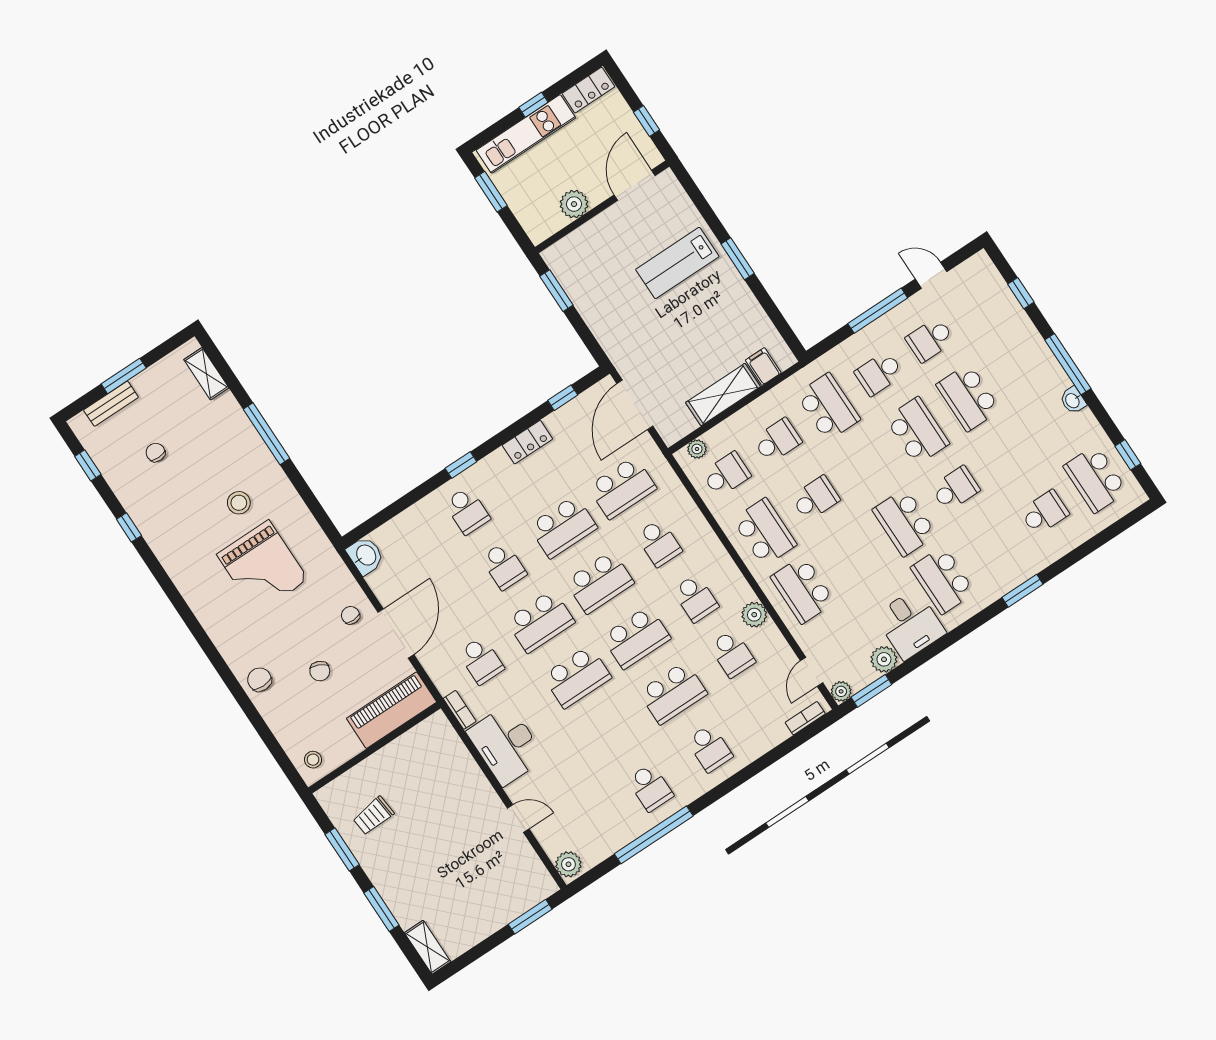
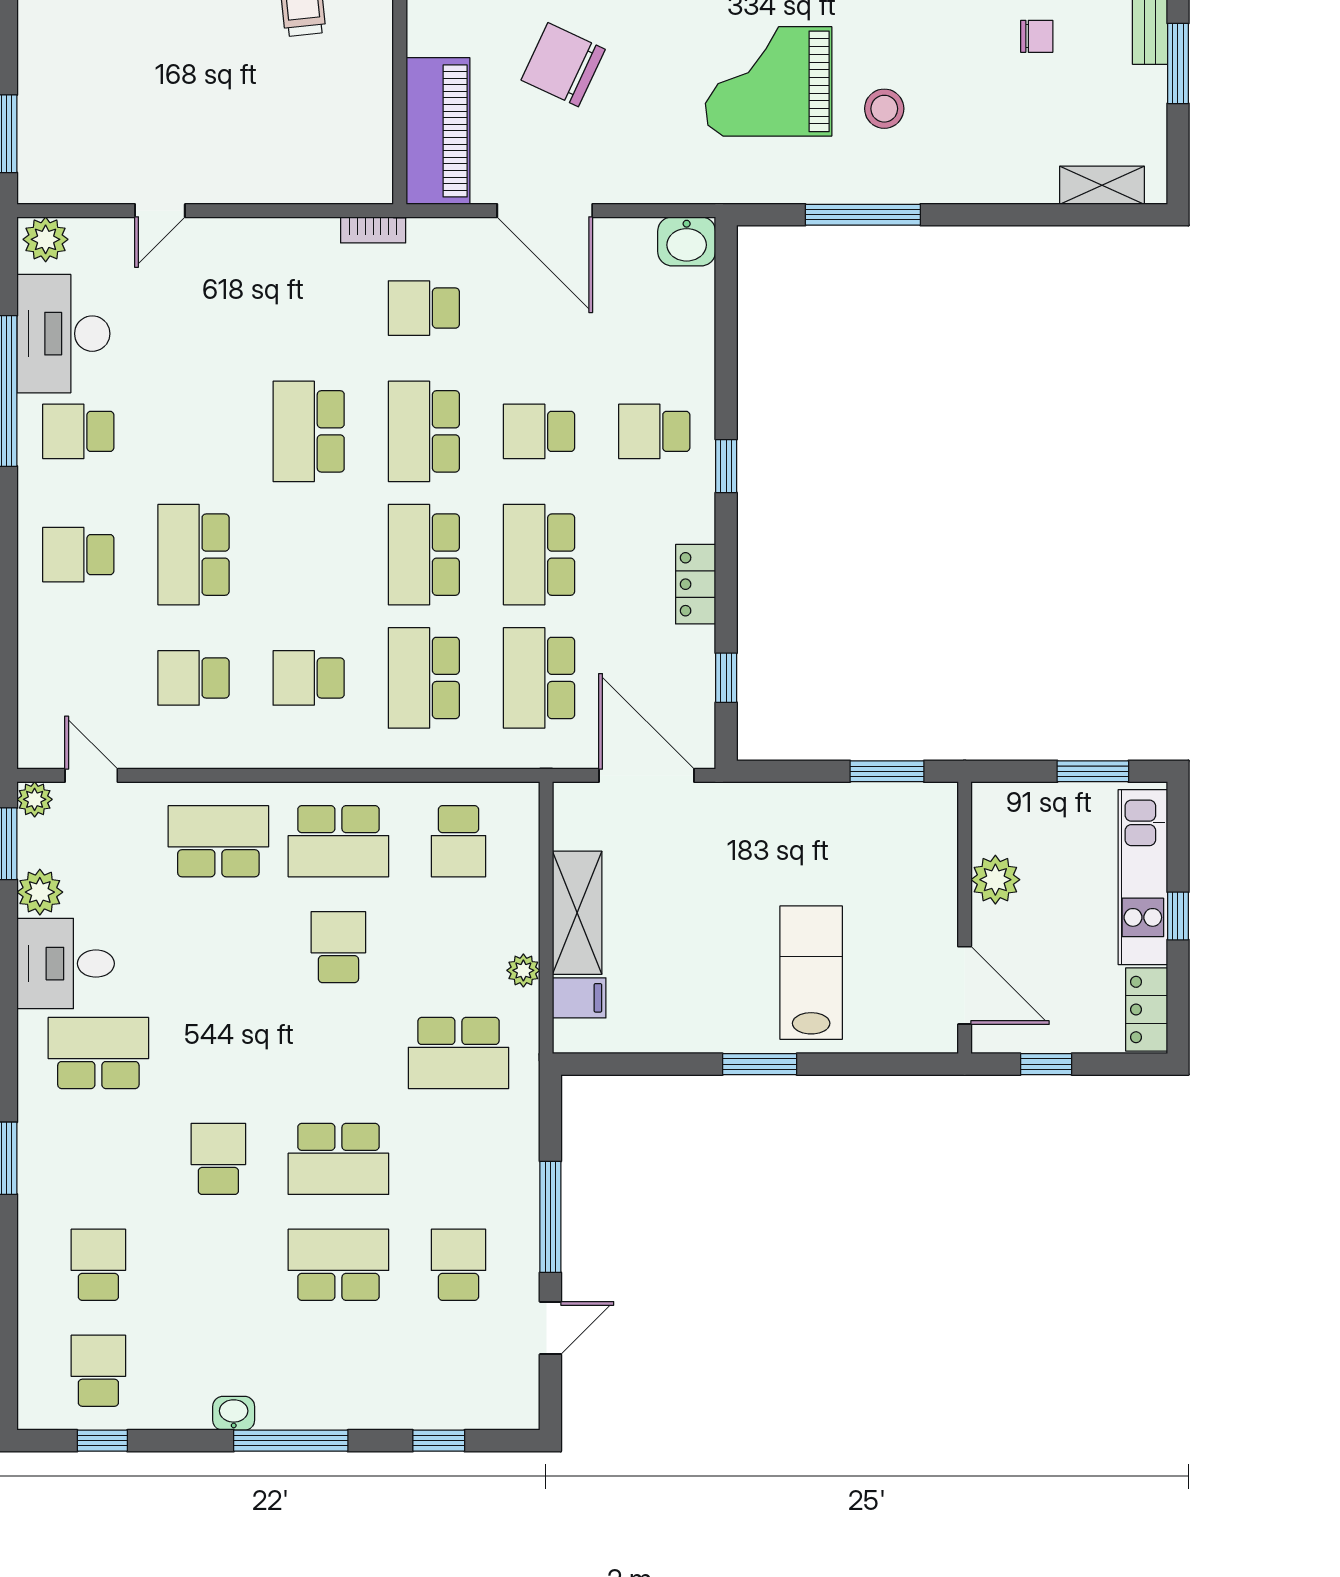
school desk: (879, 373) -> (458, 1159), removed
window: (266, 434) -> (863, 215), moved
school desk: (777, 441) -> (458, 947), removed
plant: (697, 449) -> (523, 970), moved
school desk: (1095, 479) -> (98, 1371), width x0.54
school desk: (955, 489) -> (218, 1159), turned 180
school desk: (815, 498) -> (338, 947), turned 180
school desk: (1045, 513) -> (98, 1265), turned 180
school desk: (905, 522) -> (218, 1053), removed
school desk: (659, 543) -> (424, 678), width x1.85
chair: (351, 615) -> (614, 163), removed
plant: (754, 615) -> (229, 747), removed
school desk: (636, 637) -> (309, 555), removed
chair: (320, 671) -> (563, 65), width x1.87, depth x1.87
bookcase: (805, 718) -> (30, 722), removed
desk: (506, 745) -> (63, 334), moved, turned -90

